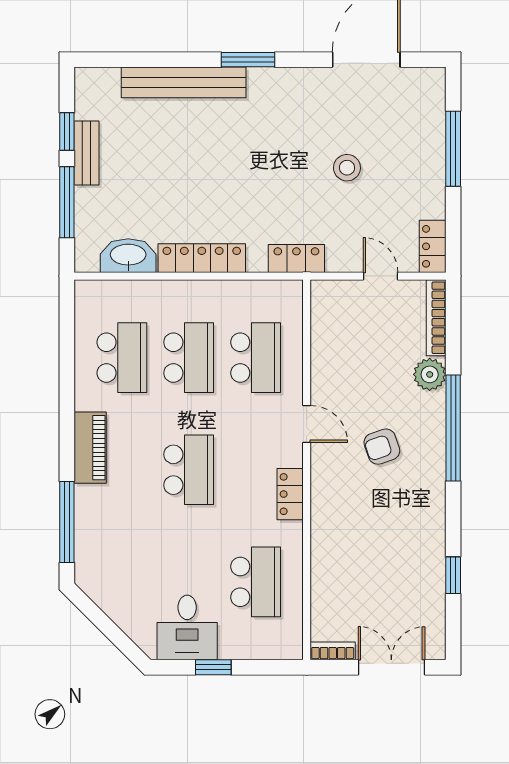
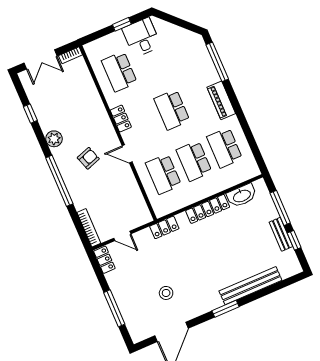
stool: (347, 168) -> (166, 293), moved
plant: (430, 374) -> (54, 139), moved

